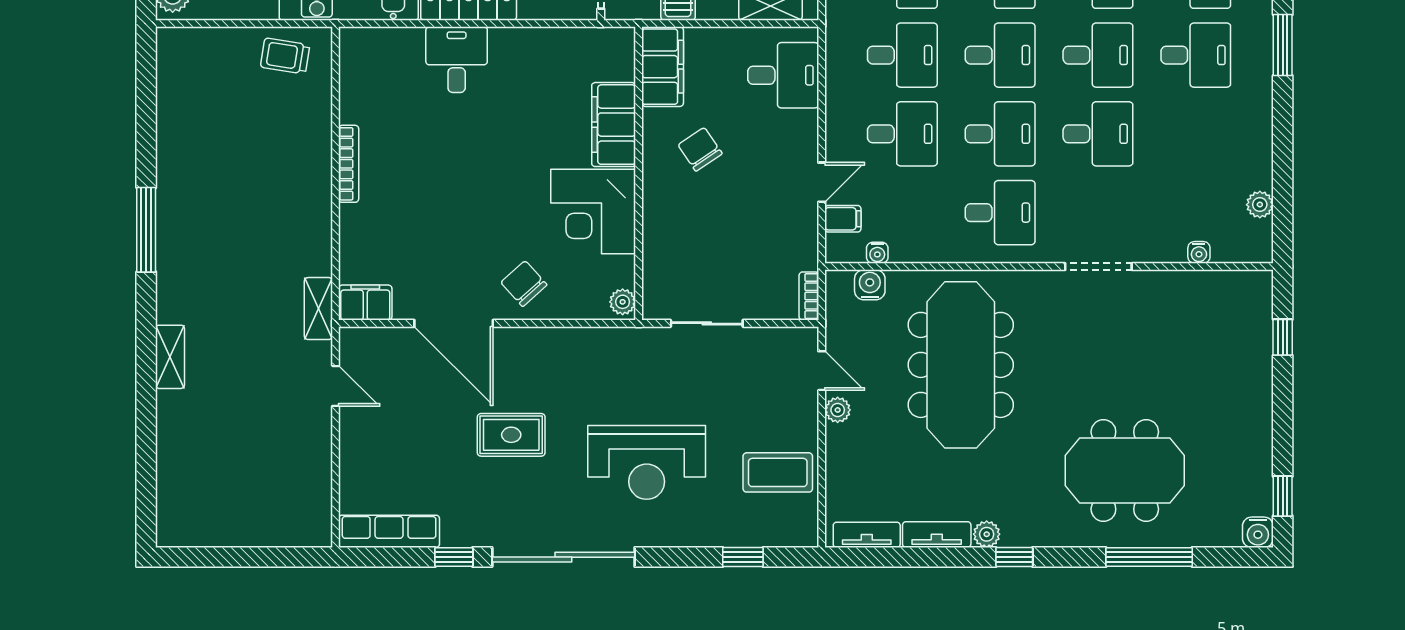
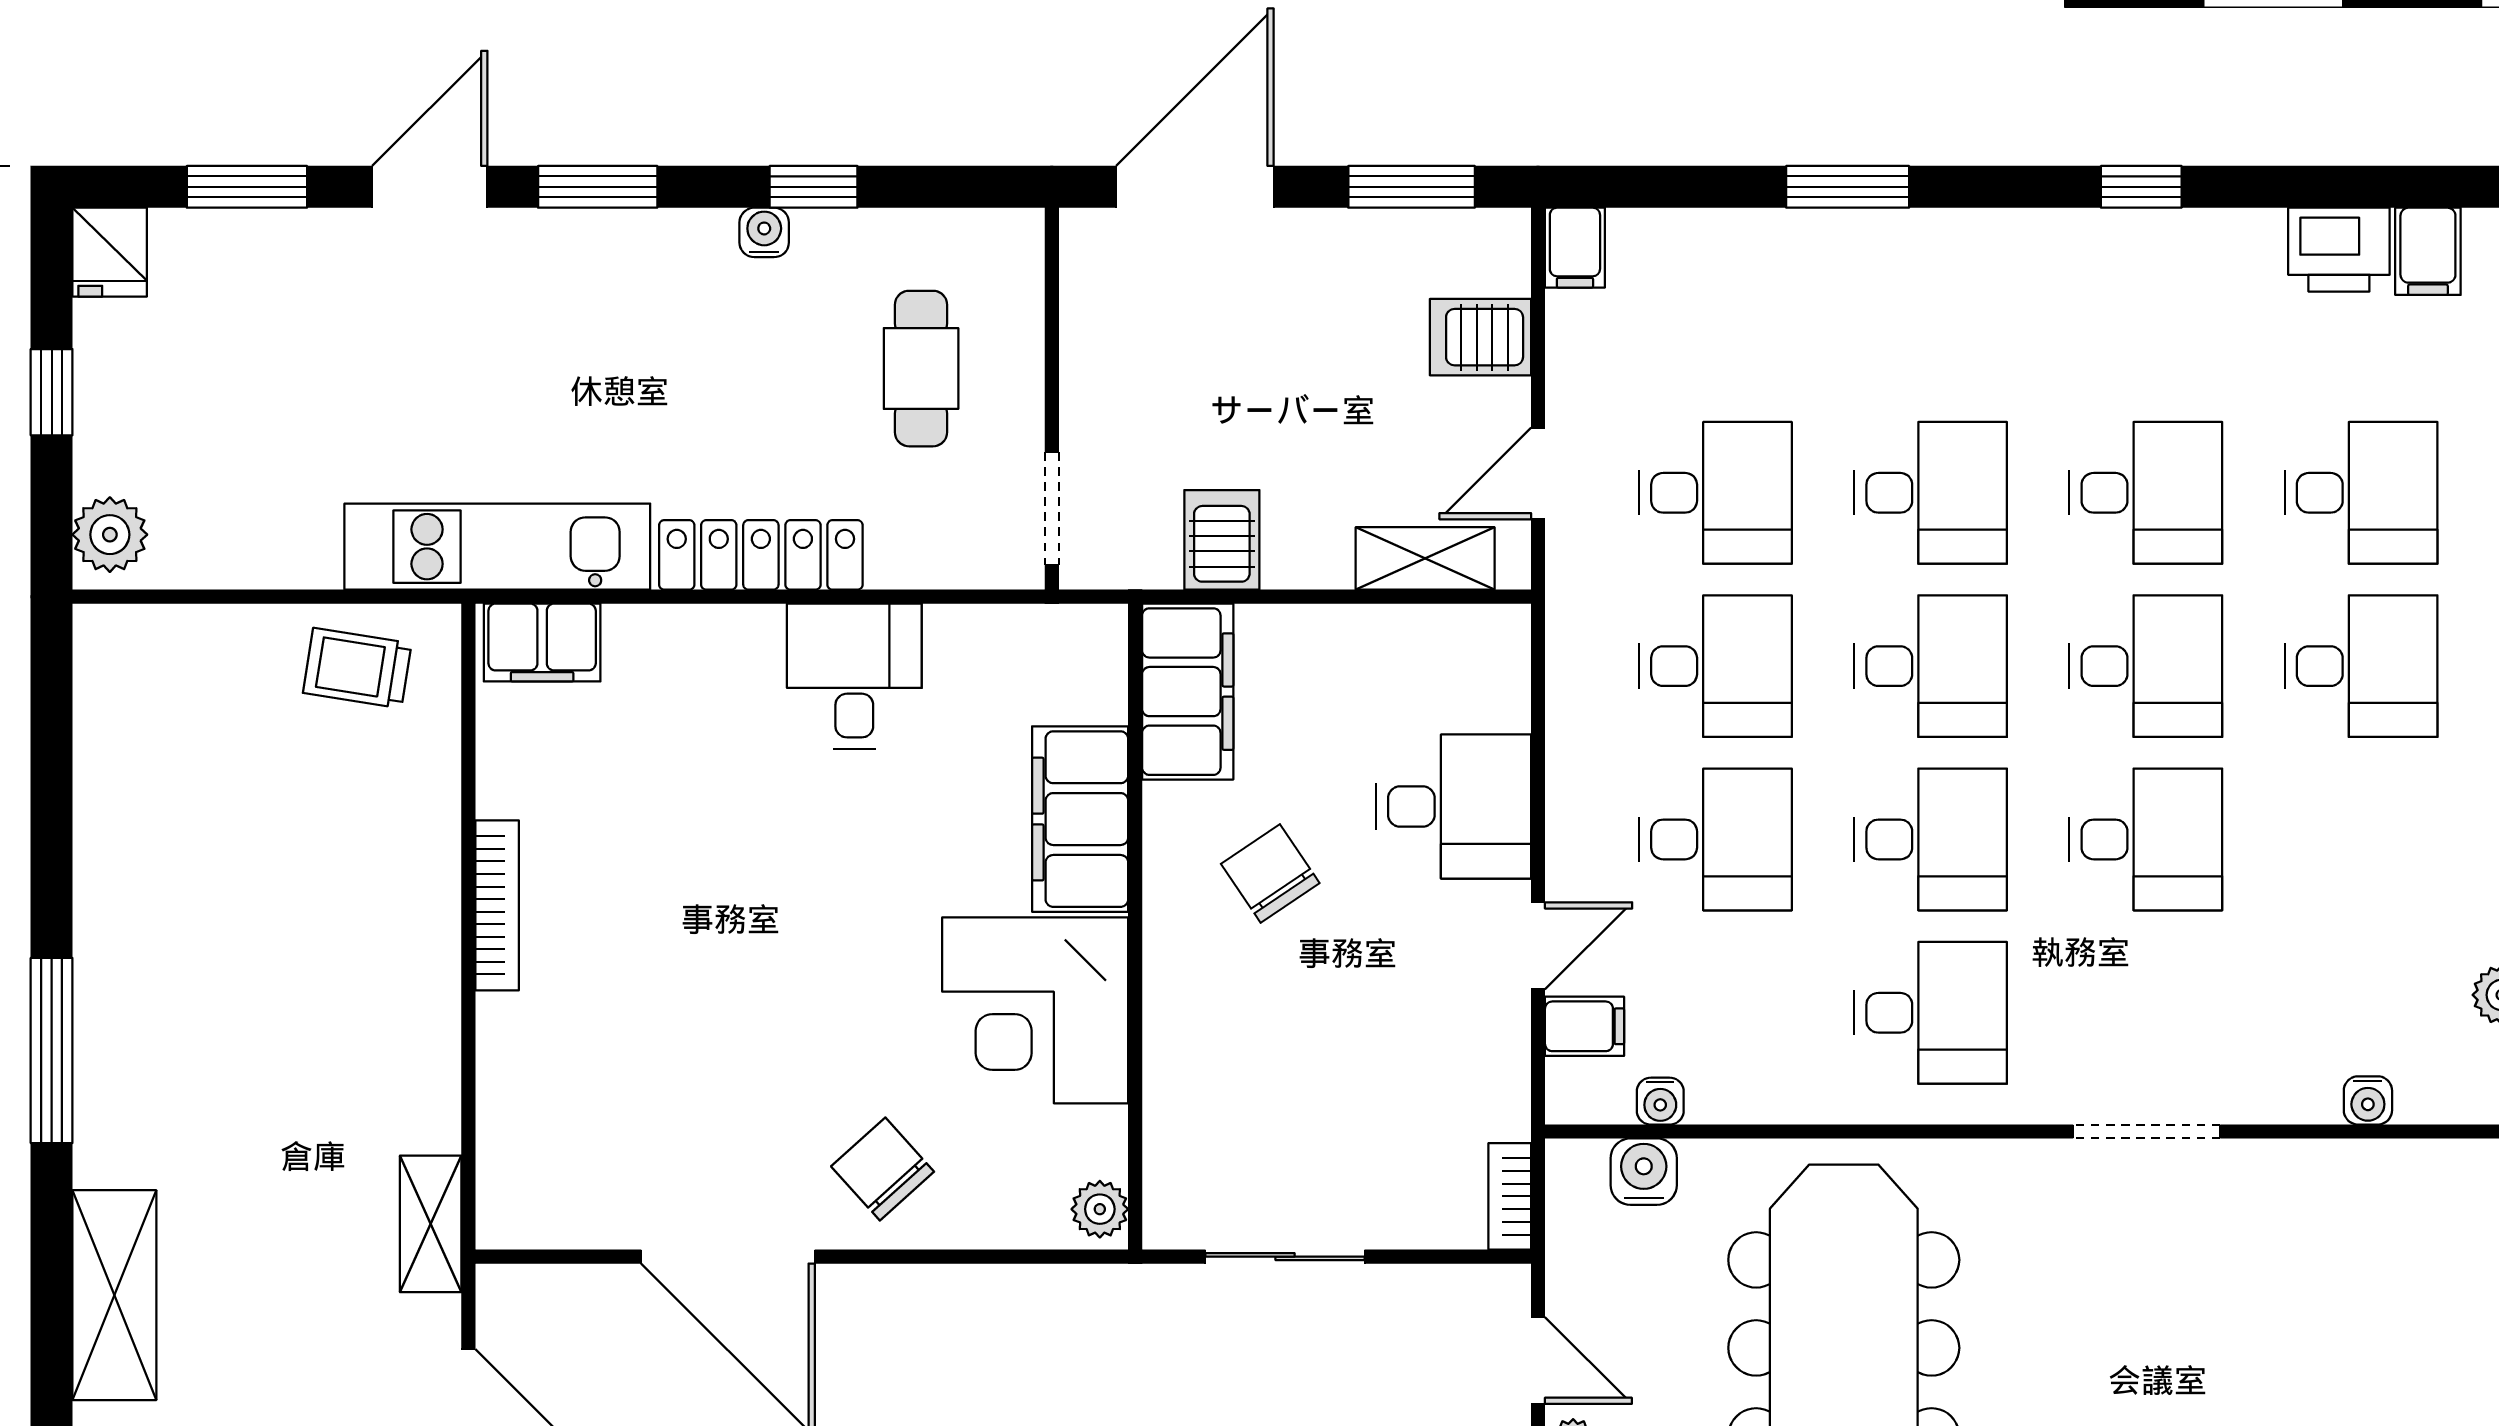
desk: (457, 60) -> (854, 676), moved
desk: (783, 75) -> (1453, 806), moved
filing cabinet: (365, 303) -> (542, 642), moved, turned 180
shelving: (170, 357) -> (114, 1295), width x1.50, depth x1.33

